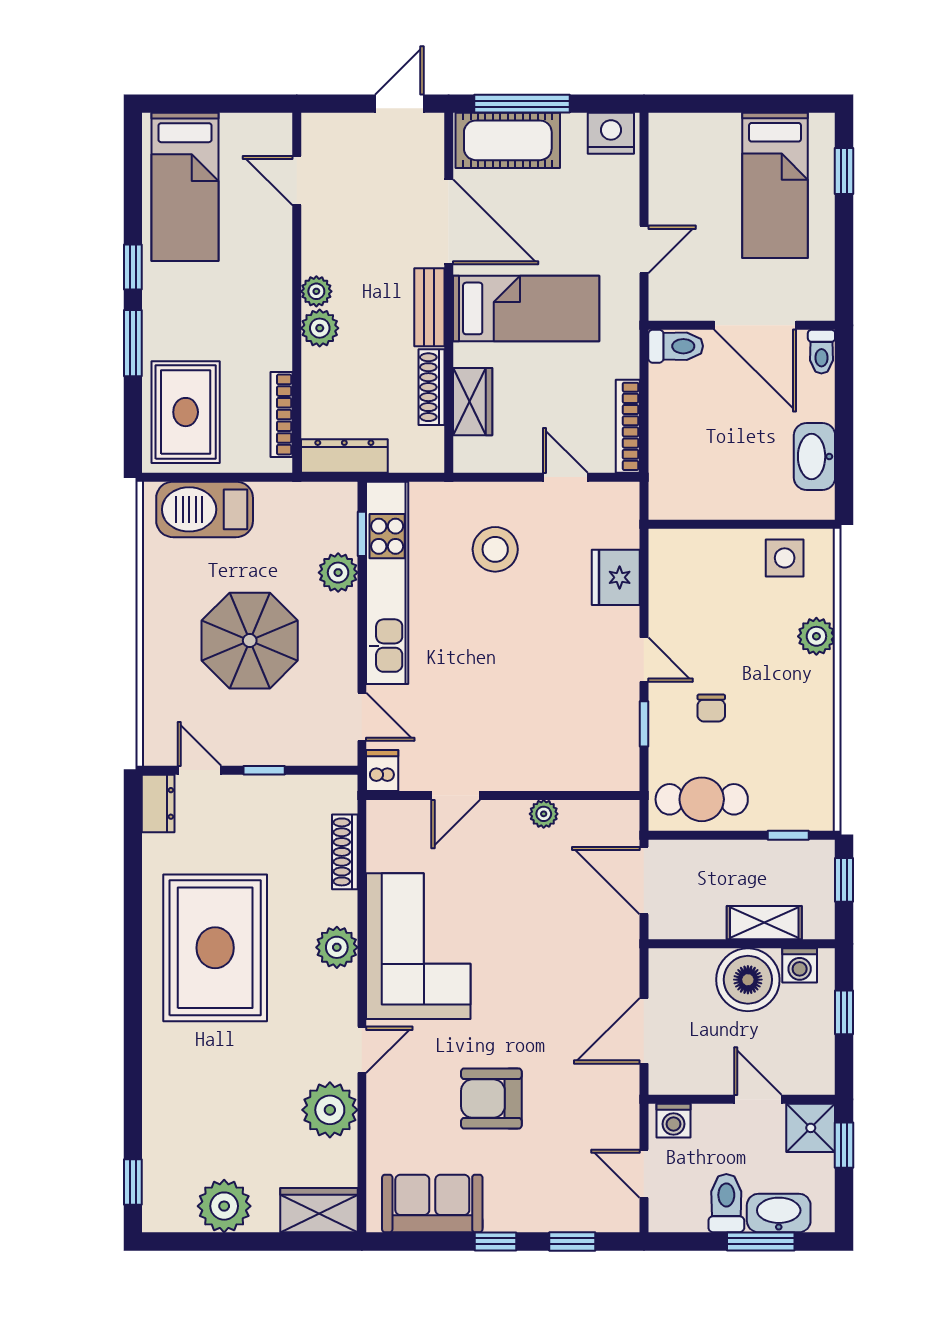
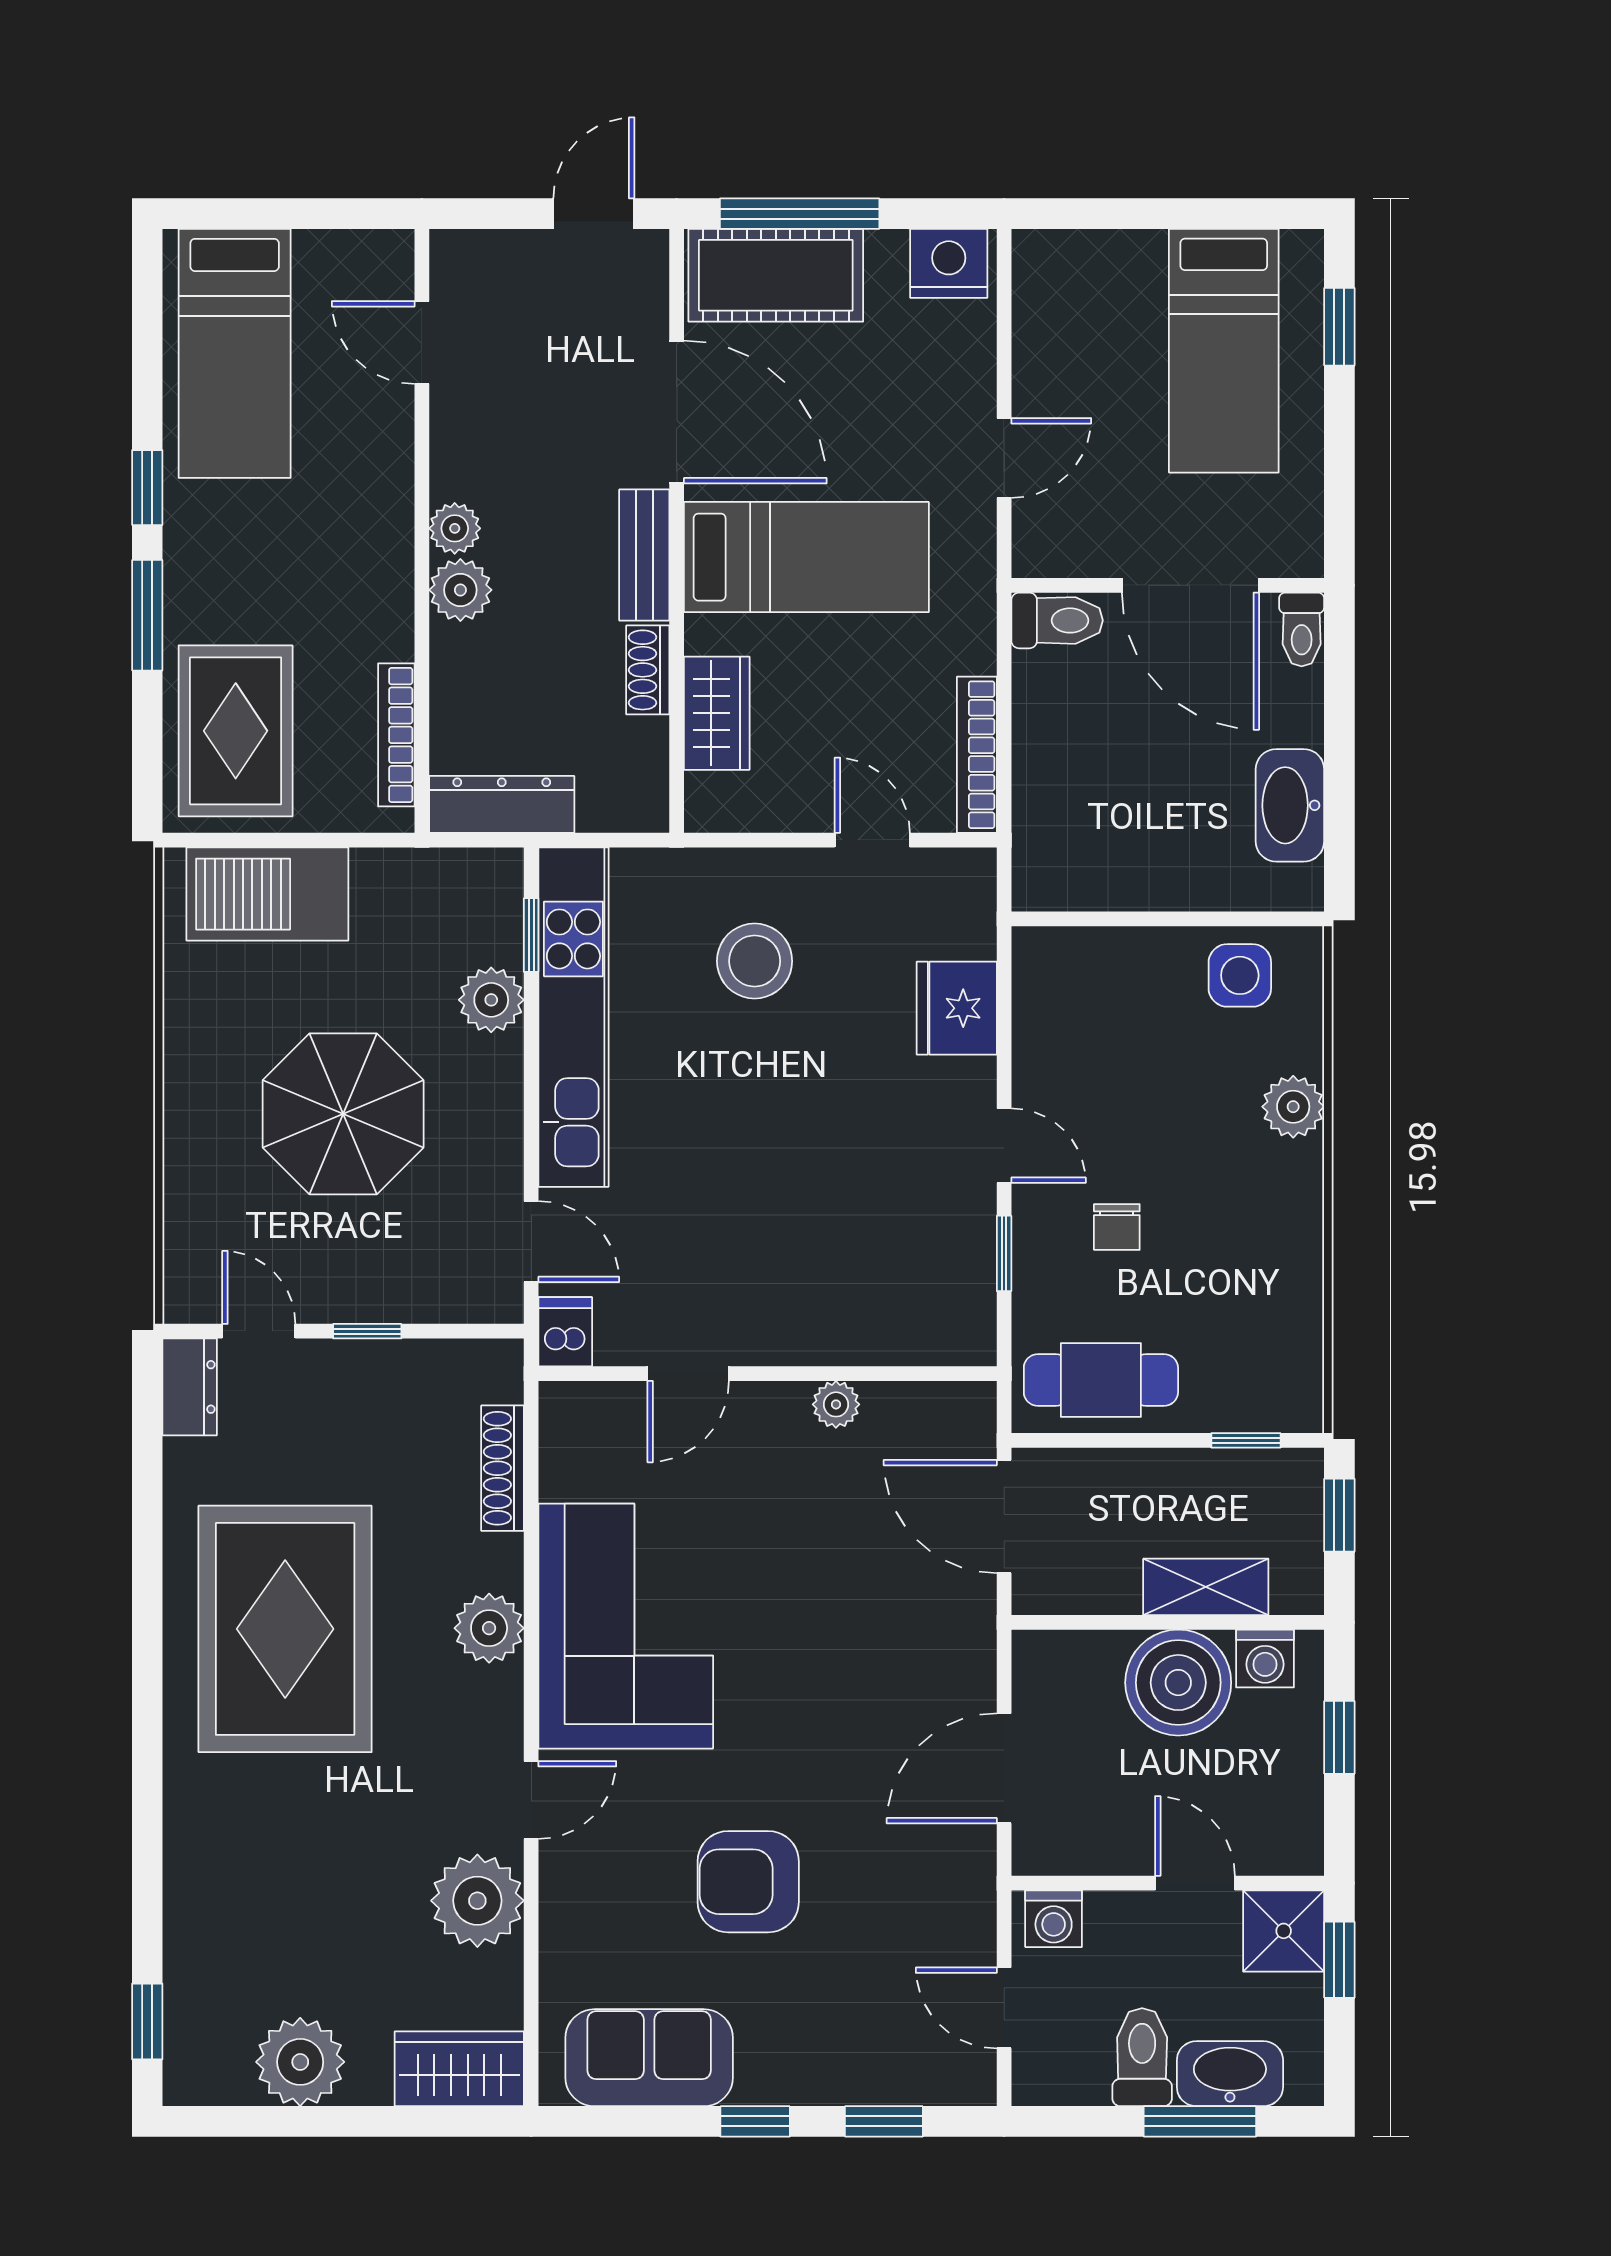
shoe rack: (431, 387) -> (648, 670), width x0.70

